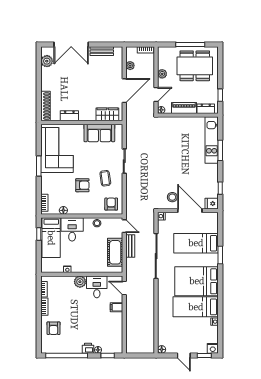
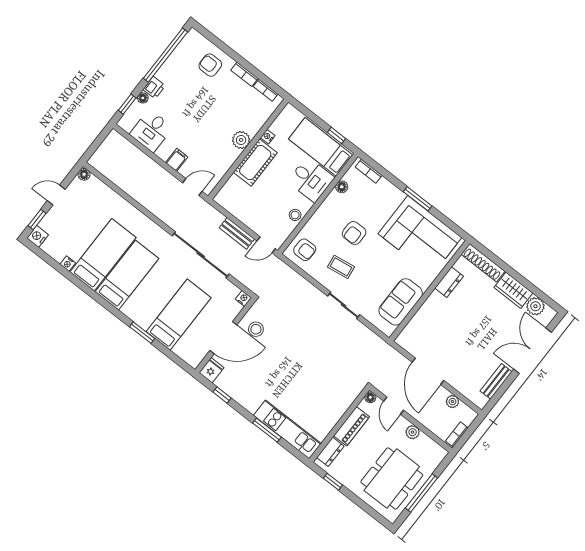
wardrobe: (107, 114) -> (513, 290), moved, turned 90
cot: (115, 252) -> (255, 163), moved, turned 90
bed: (197, 281) -> (127, 275), width x0.67
desk: (97, 287) -> (151, 131), moved, turned 90

